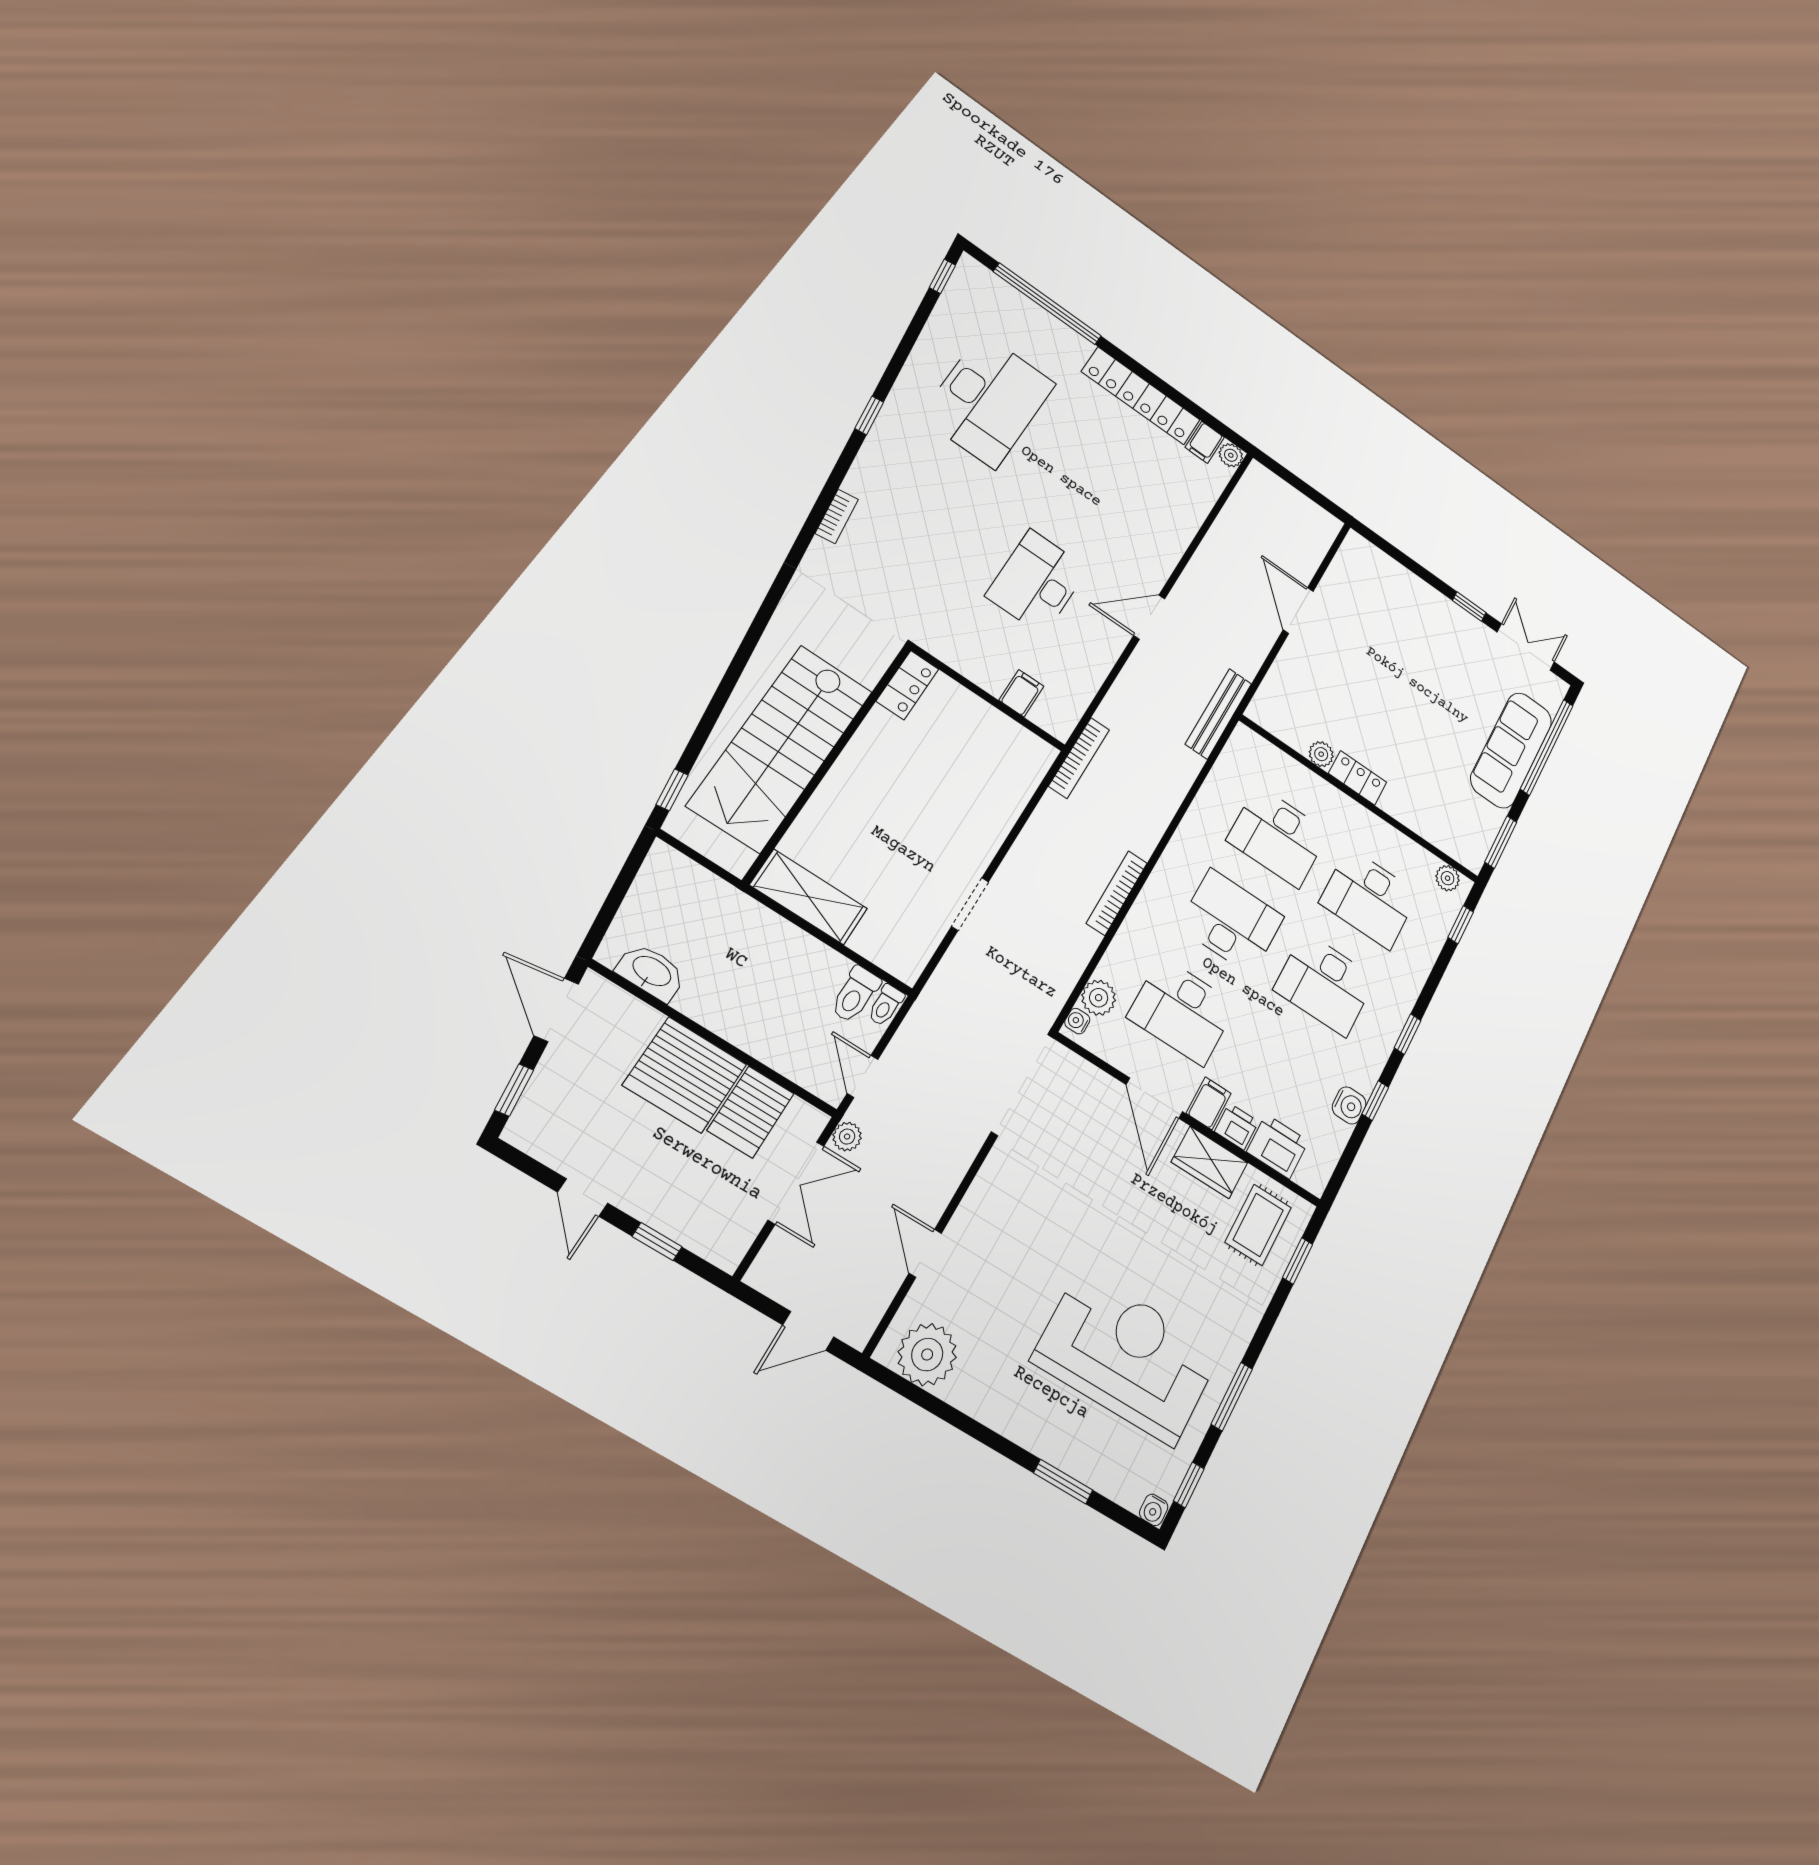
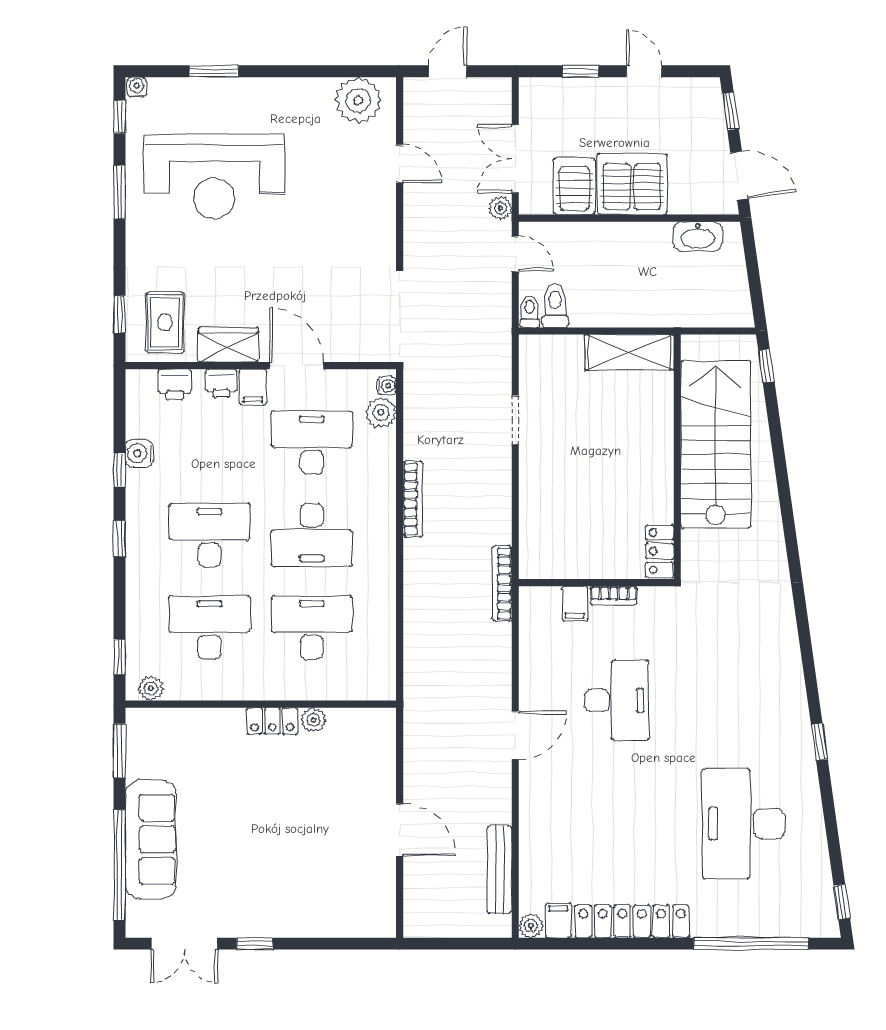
bookcase: (837, 516) -> (614, 596), moved, turned -82
bench: (1219, 714) -> (499, 869), moved
printer: (1278, 1146) -> (175, 384), width x0.73, depth x0.81

